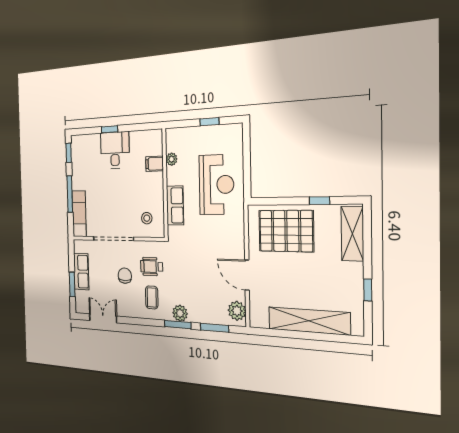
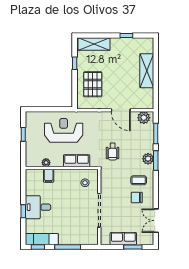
exam couch: (79, 214) -> (42, 239), moved
pallet: (286, 231) -> (93, 84), width x0.73, depth x0.71
wheelchair: (152, 267) -> (113, 152), moved
door: (247, 275) -> (121, 110), hinge flipped
chair: (125, 276) -> (137, 197), moved
shelving: (309, 321) -> (147, 71), width x0.68

